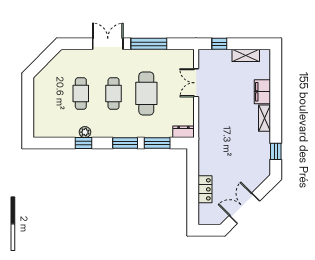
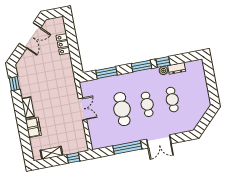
double door: (196, 83) -> (83, 109), moved
dresser: (183, 132) -> (177, 68), moved
window: (125, 143) -> (142, 66), moved

